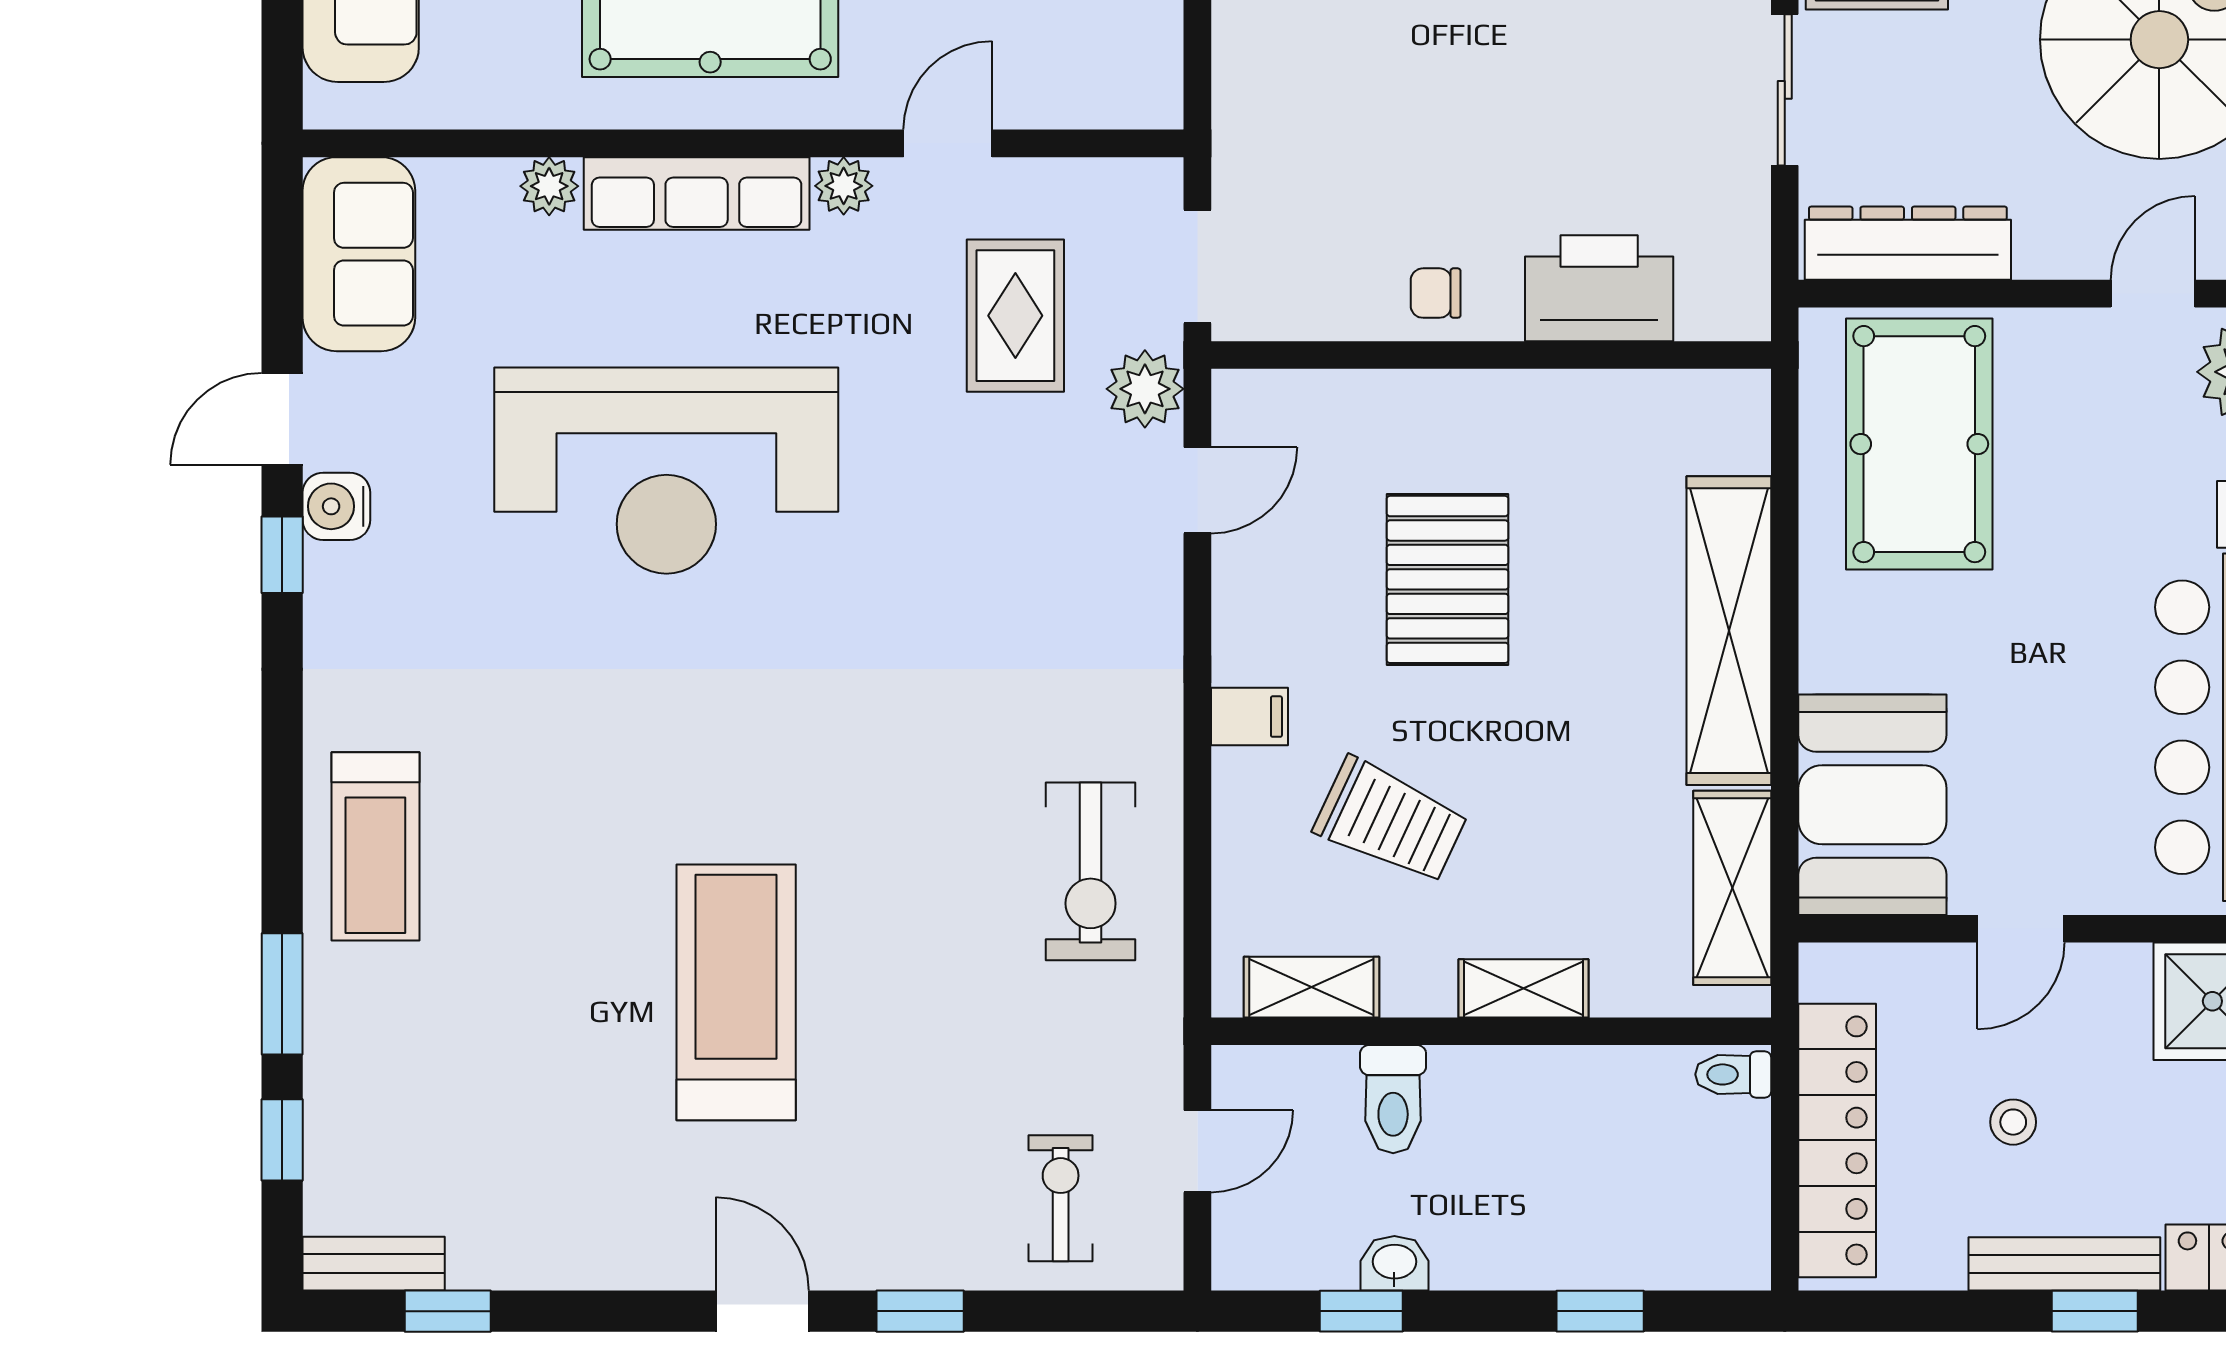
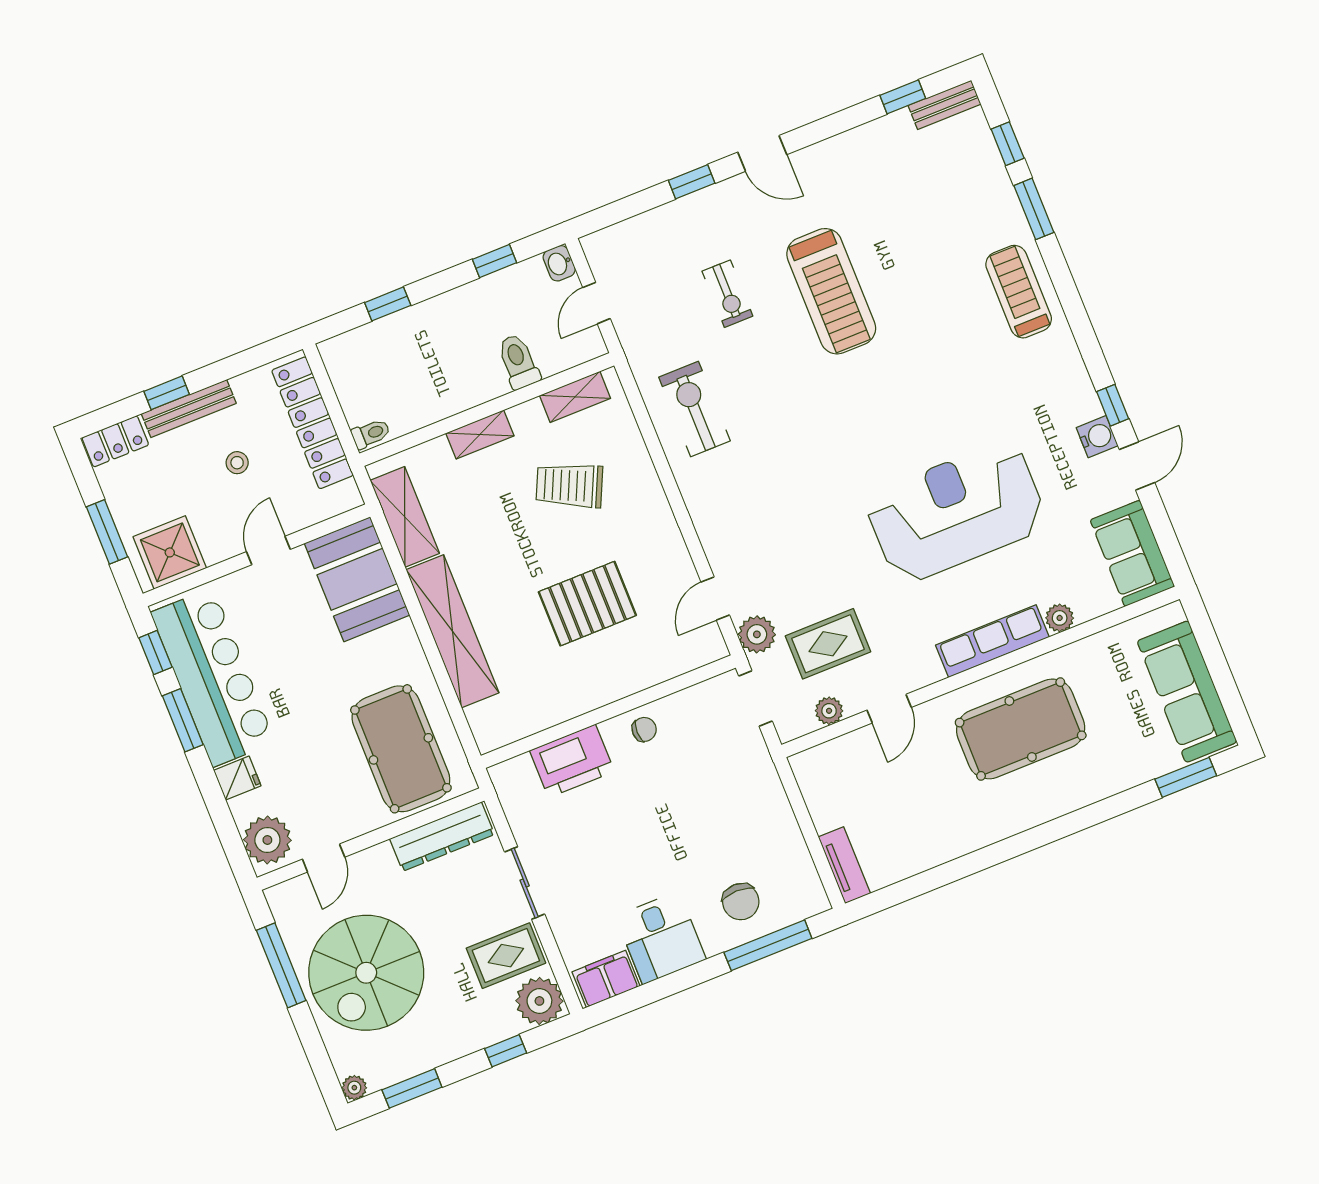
plant: (844, 186) -> (829, 711), moved
rug: (1015, 316) -> (828, 644), turned 90
pallet: (1448, 579) -> (587, 604), turned 90
filing cabinet: (1249, 717) -> (651, 507), removed
exercise bike: (1061, 1198) -> (727, 294), moved
washbasin: (1394, 1263) -> (559, 263), moved, turned 90

